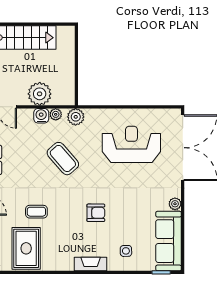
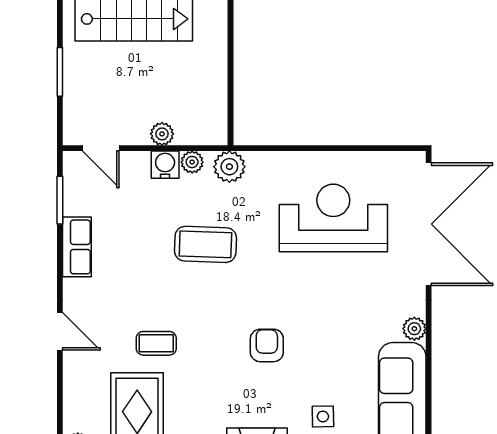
plant: (40, 94) -> (162, 134), width x0.53, depth x0.53
coffee table: (63, 159) -> (205, 244), turned -47
armchair: (96, 213) -> (267, 345), turned -90

